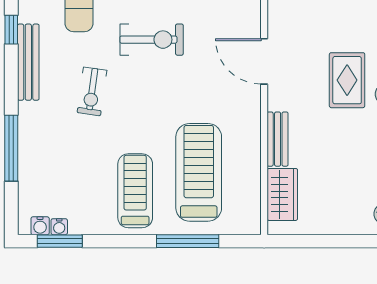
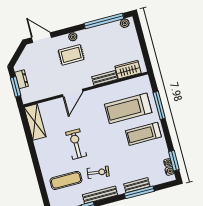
exercise bike: (92, 91) -> (98, 172), moved
bench: (28, 147) -> (137, 185), added

